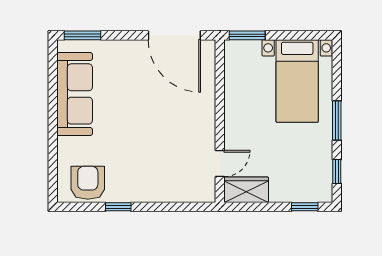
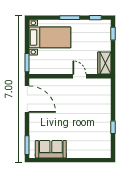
door: (174, 35) -> (27, 99), hinge flipped
sofa: (75, 94) -> (51, 149), width x0.73
door: (220, 163) -> (79, 76), moved
armchair: (88, 183) -> (101, 143), removed

